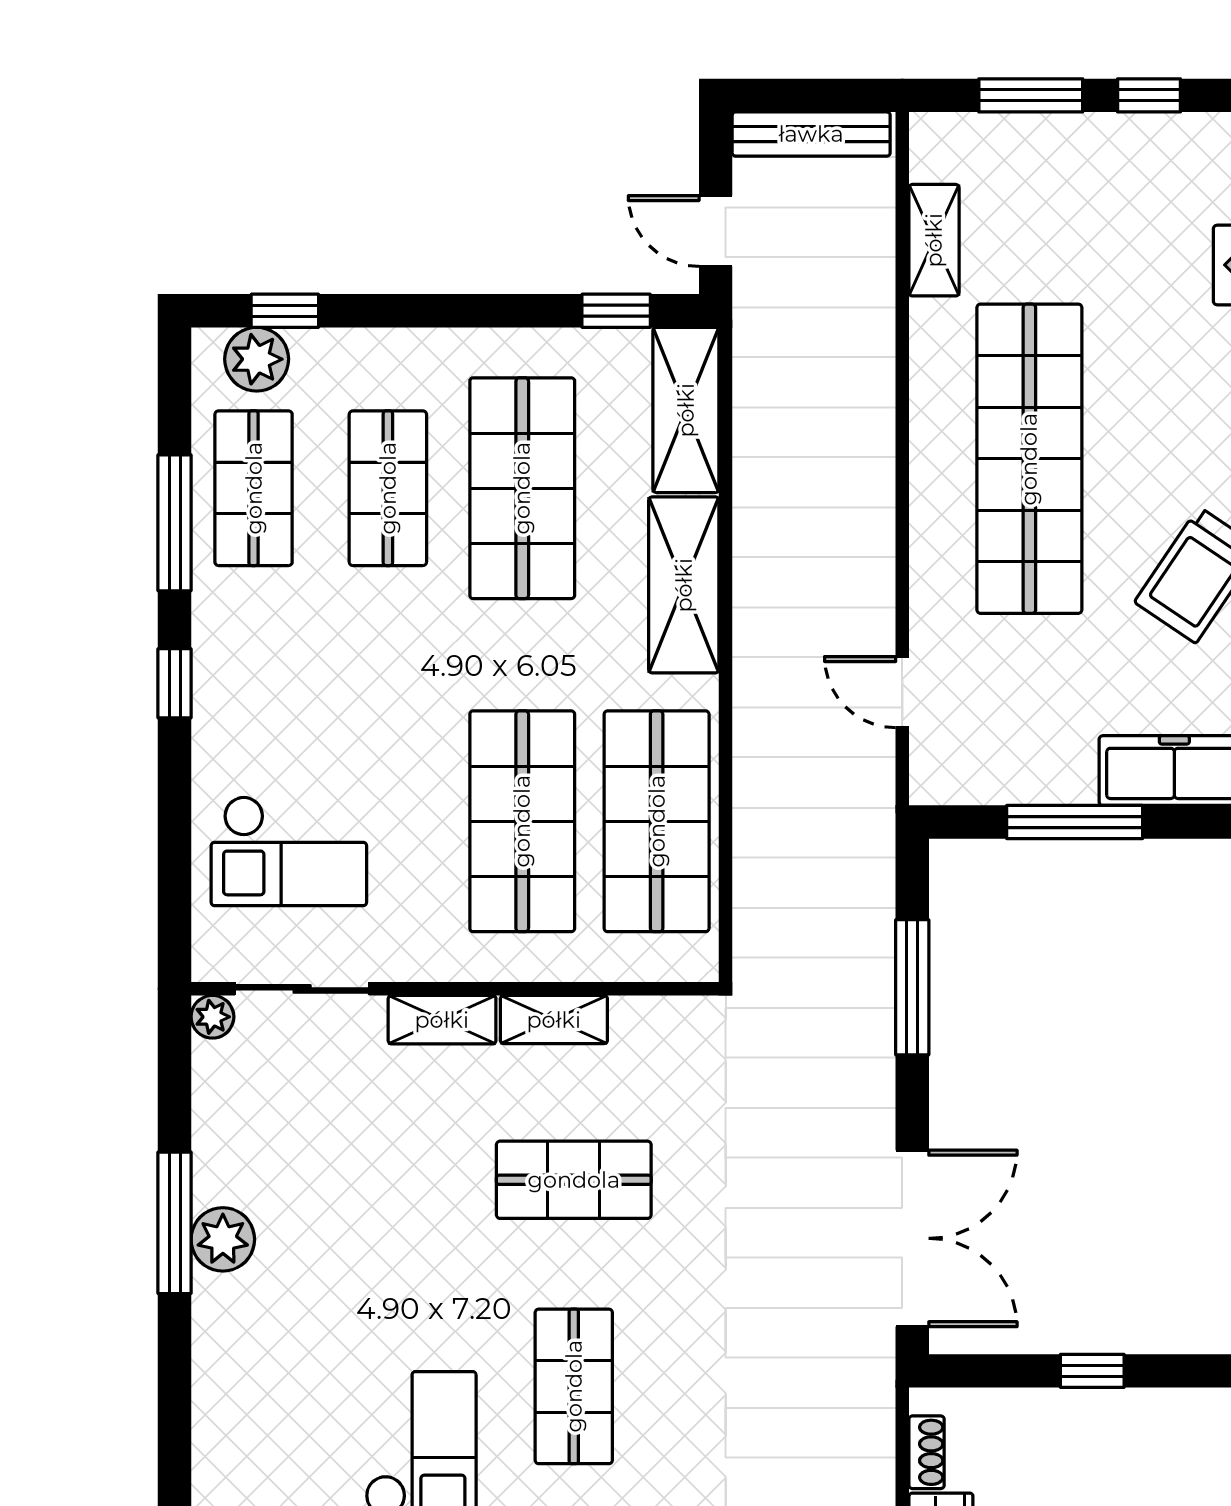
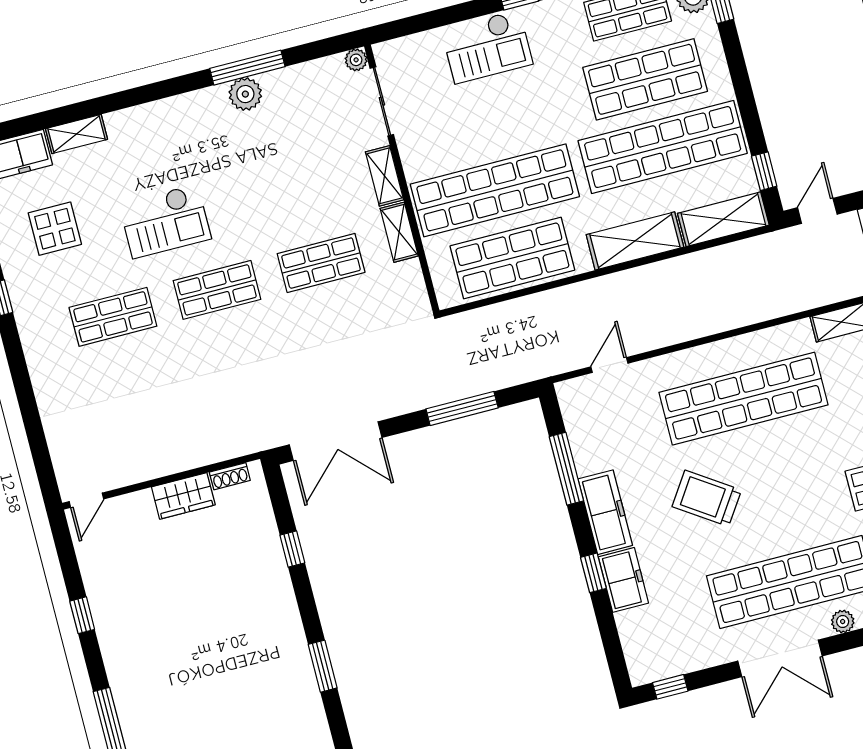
shop shelf: (388, 488) -> (645, 79), width x1.43, depth x1.36
shop shelf: (522, 488) -> (663, 147), width x1.40
shop shelf: (522, 821) -> (495, 190), width x1.40
checkout: (289, 851) -> (487, 47), moved, turned -90
shop shelf: (574, 1180) -> (321, 263), turned 90

